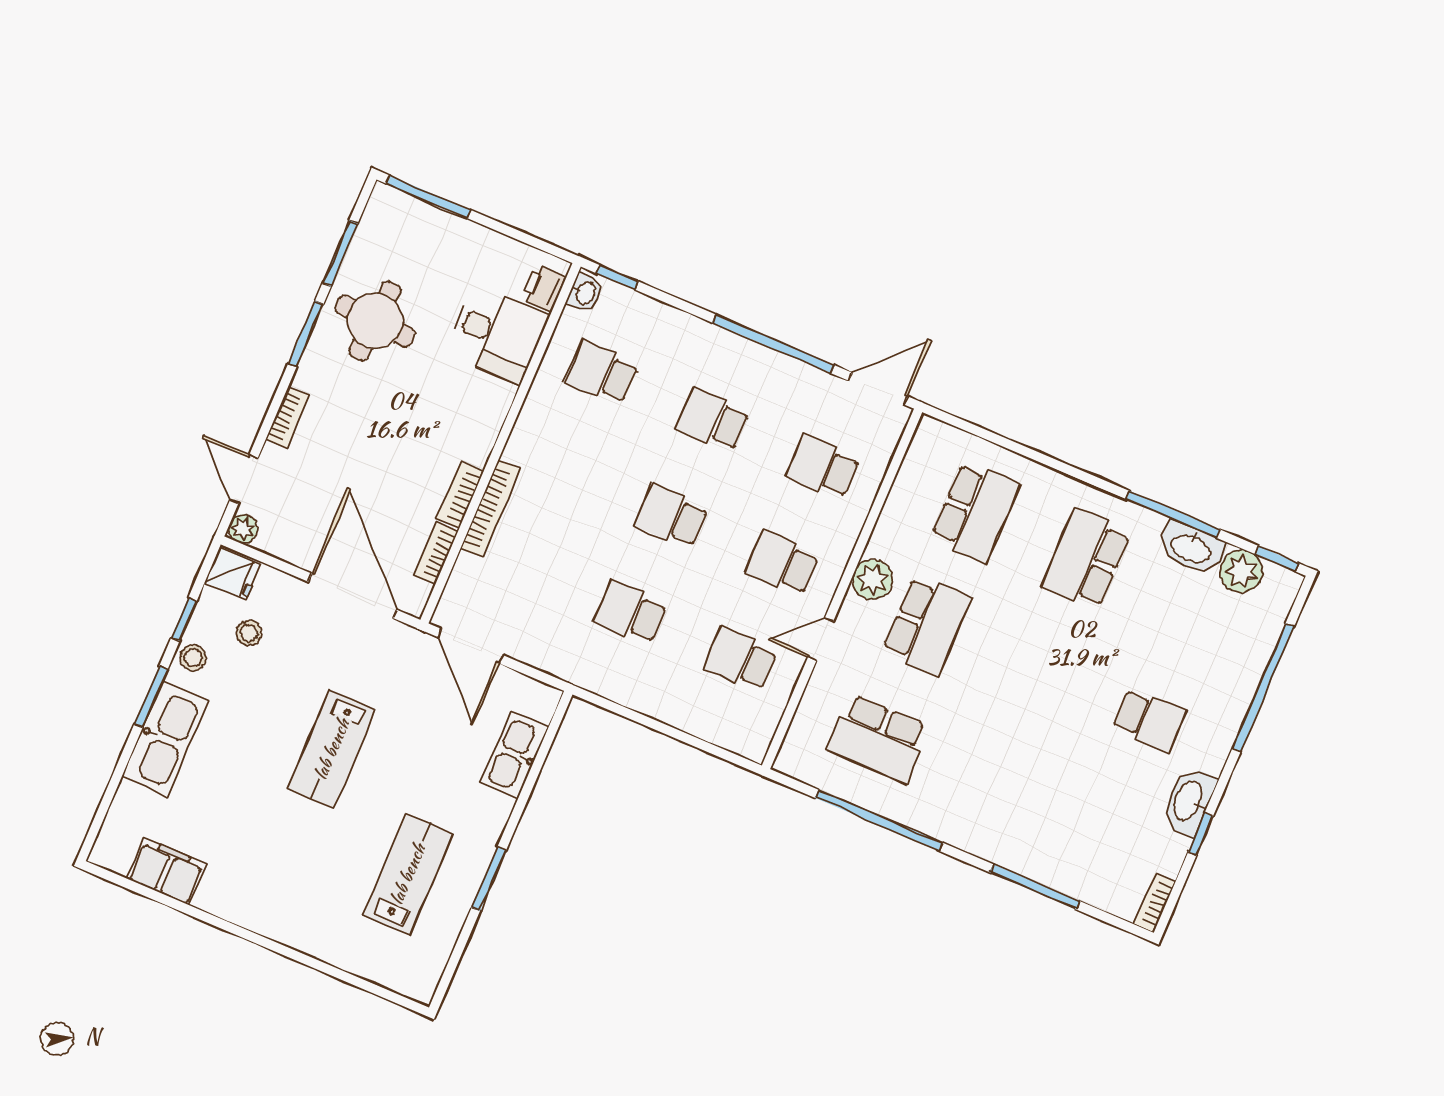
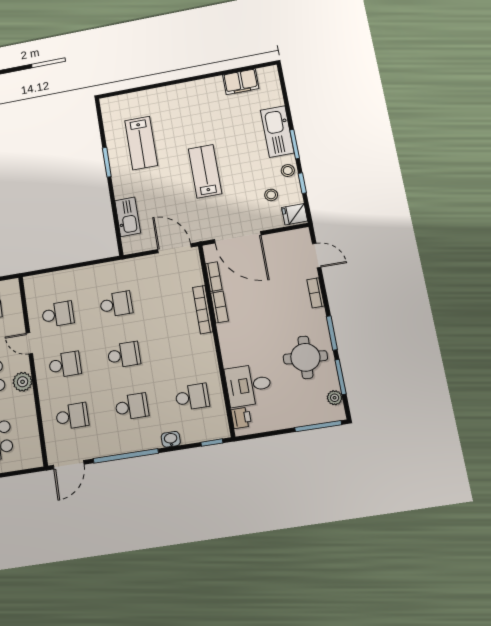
washbasin: (585, 293) -> (171, 439), moved, turned 90
plant: (243, 529) -> (335, 398), moved
door: (821, 639) -> (29, 343), swing flipped

